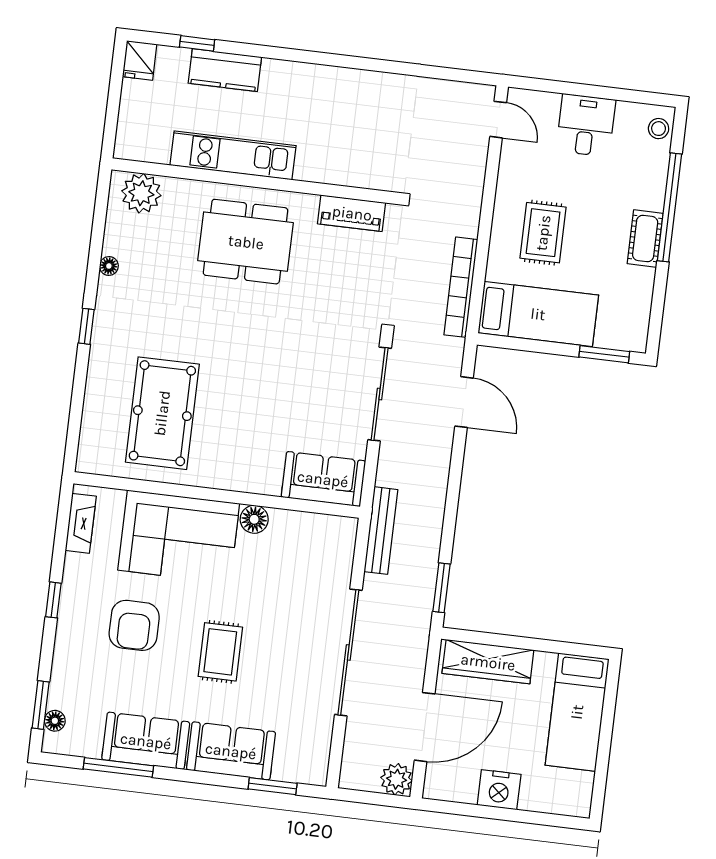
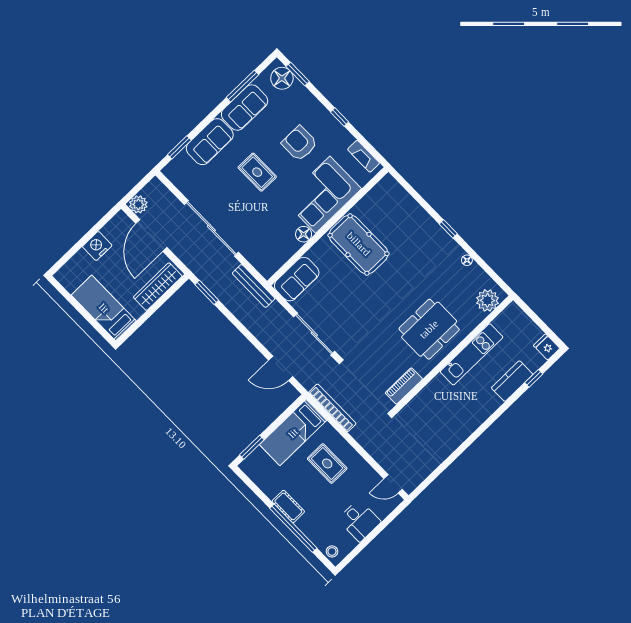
pool table: (162, 413) -> (359, 244), moved
floor lamp: (55, 721) -> (282, 78), width x1.89, depth x1.89

